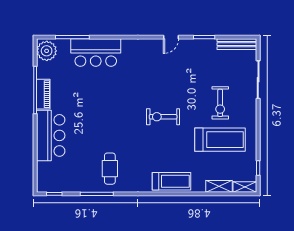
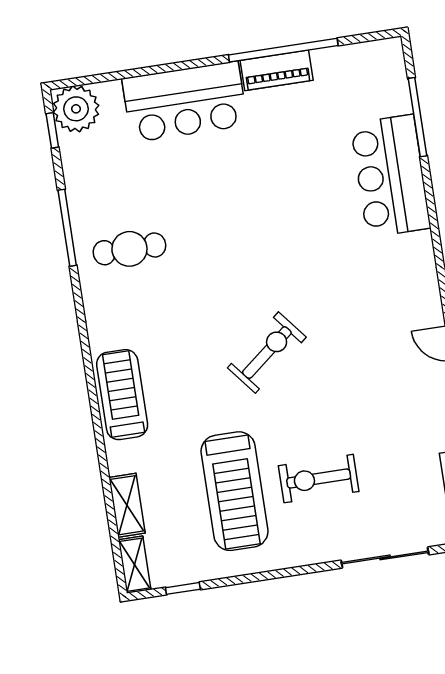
plant: (47, 51) -> (76, 109), moved
exercise bike: (163, 117) -> (267, 353), turned 51
treadmill: (172, 181) -> (122, 395), turned 180

